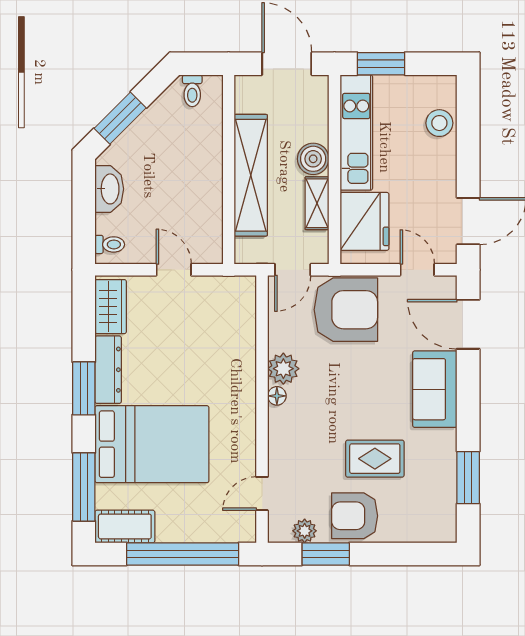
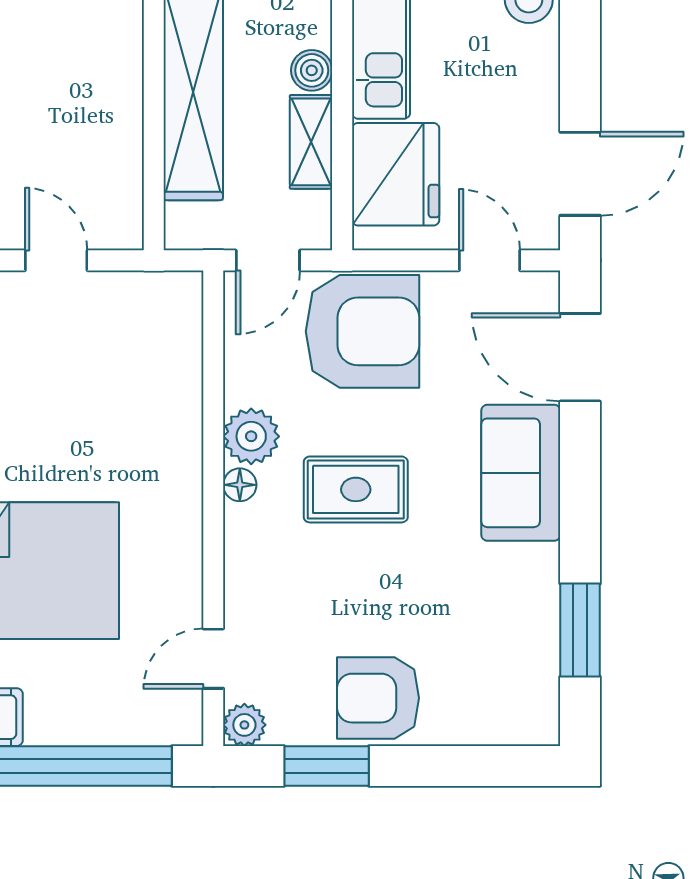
boiler: (313, 159) -> (312, 70), width x0.73, depth x0.73
rug: (375, 459) -> (356, 489), moved
plant: (305, 531) -> (244, 725), moved

